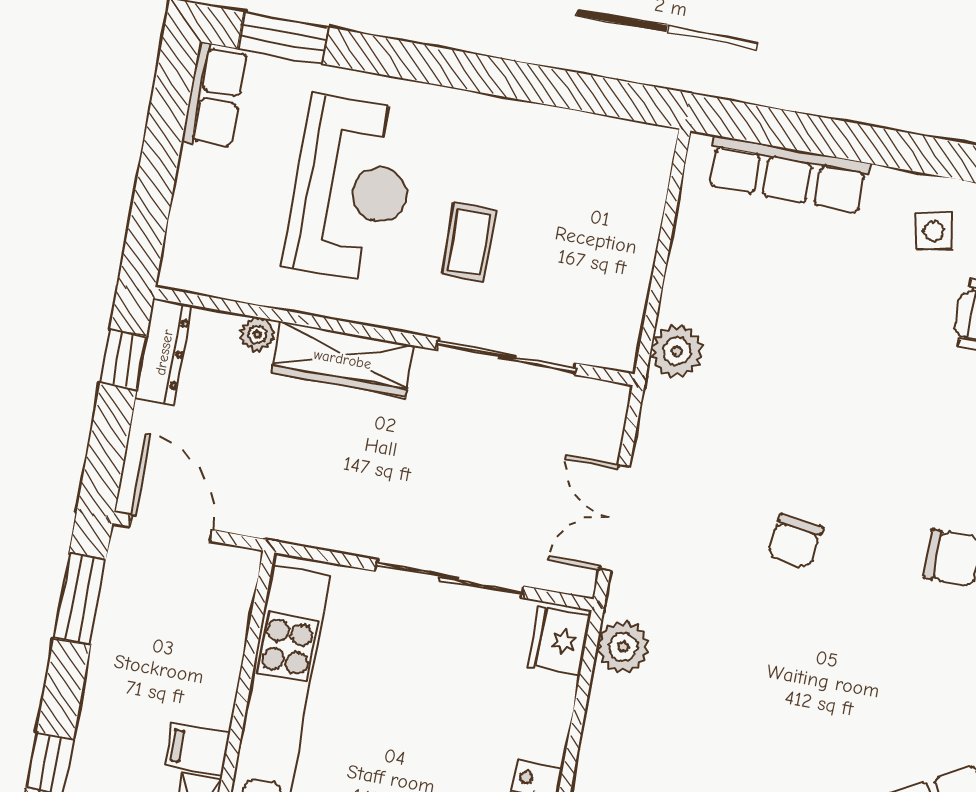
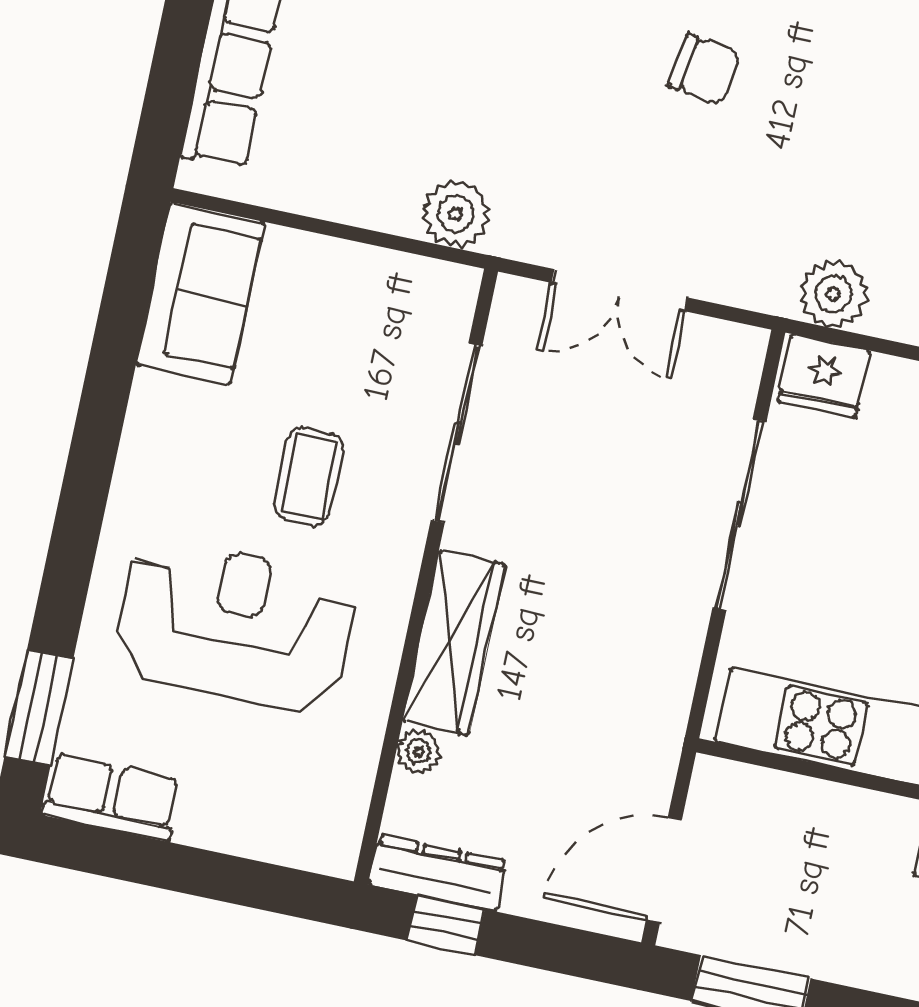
sofa: (609, 154) -> (200, 294), added
coffee table: (469, 242) -> (309, 477), turned 90
double door: (614, 518) -> (620, 290), moved

